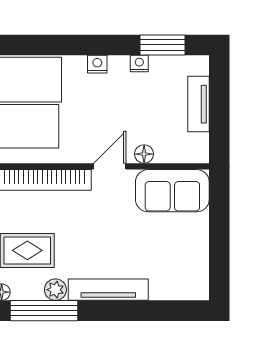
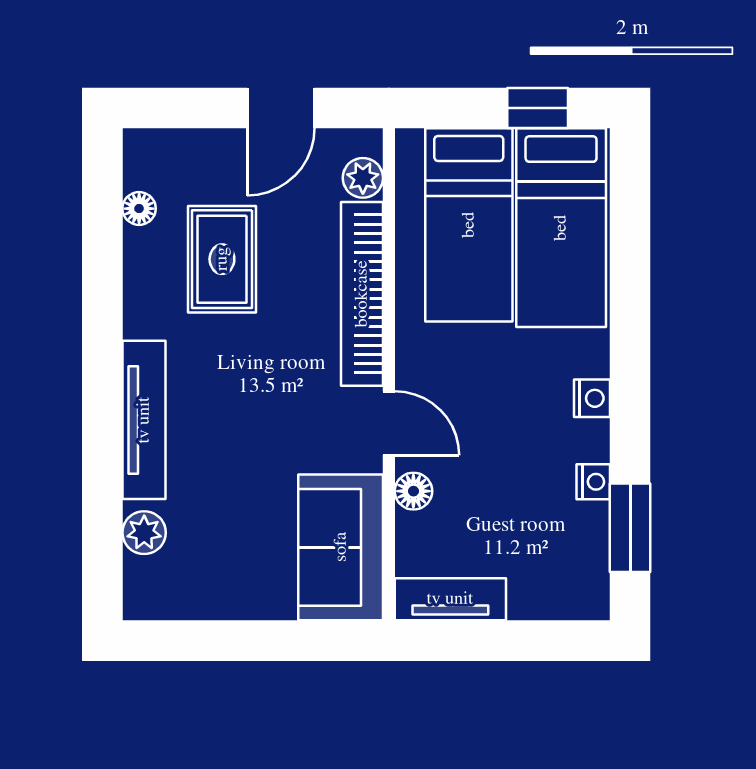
tv unit: (199, 104) -> (450, 599), moved
plant: (55, 290) -> (144, 533), moved
window: (44, 311) -> (102, 292), removed

